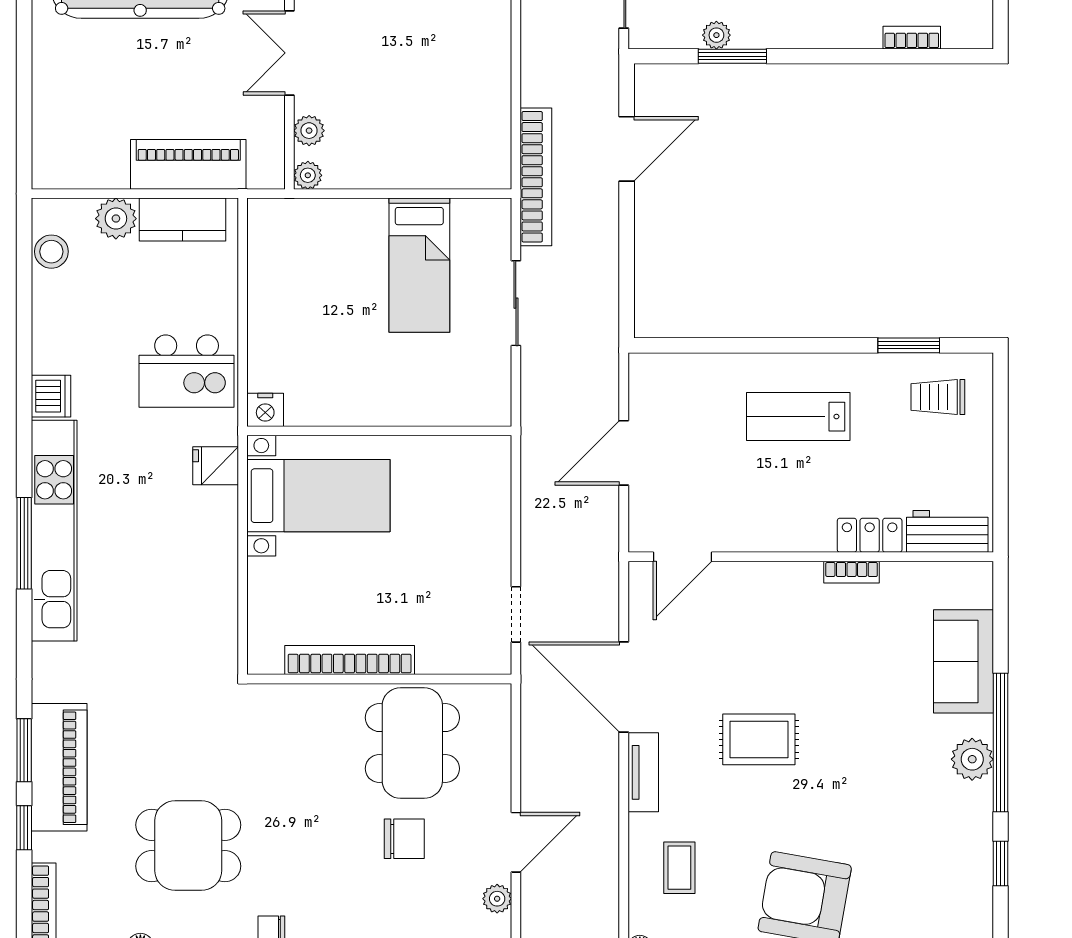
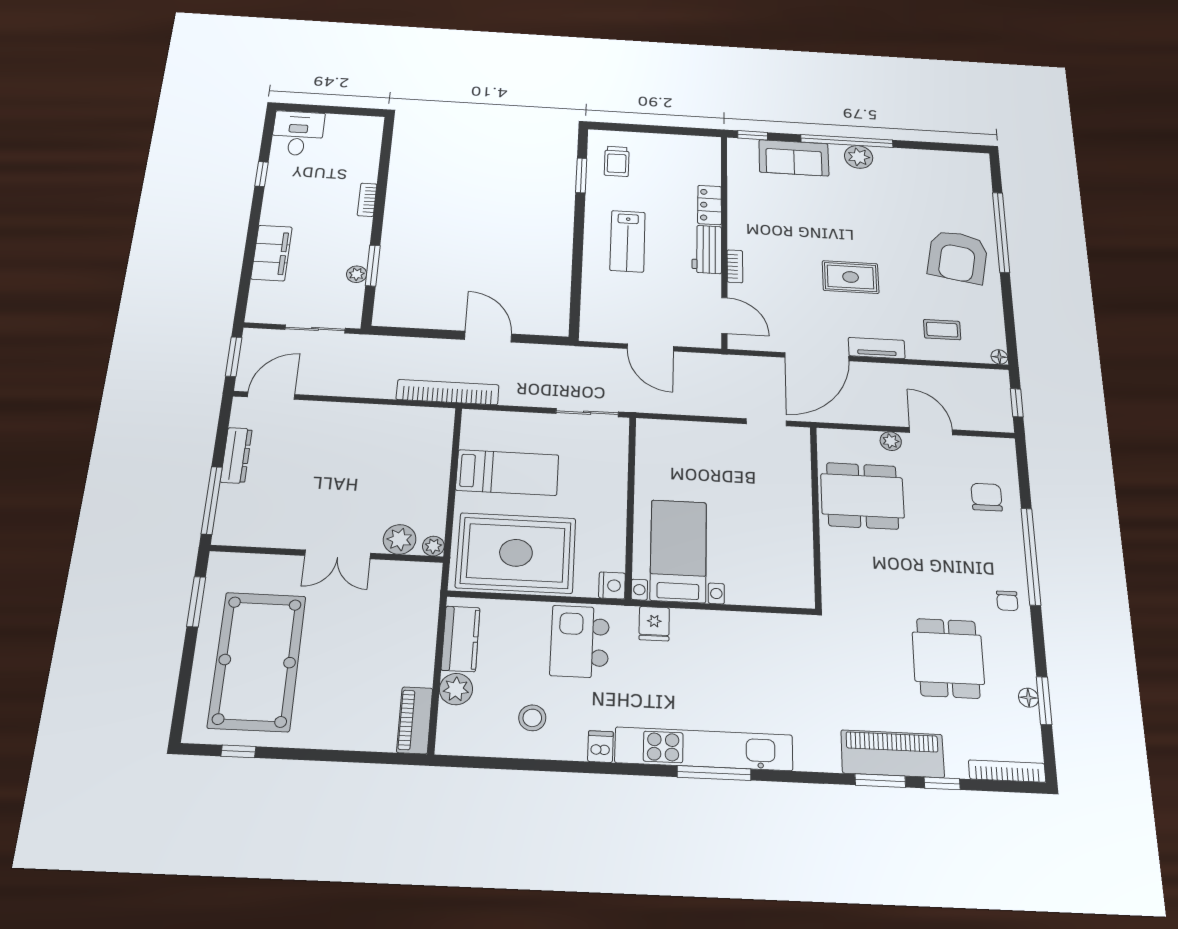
bookcase: (912, 38) -> (367, 200), moved
plant: (309, 131) -> (400, 539), width x1.38, depth x1.38
door: (627, 149) -> (488, 337), moved
piano: (188, 164) -> (415, 720), moved, width x0.73, depth x0.75
stool: (51, 252) -> (532, 718), moved
rug: (304, 283) -> (516, 553), added
sliding door: (516, 303) -> (587, 413), moved
kitchen island: (187, 371) -> (580, 642), turned 180
dishwasher: (51, 396) -> (600, 747), width x0.73
workbench: (947, 531) -> (707, 249), moved
bookcase: (852, 572) -> (735, 266), moved
bookcase: (350, 660) -> (802, 536), removed
rug: (759, 739) -> (851, 277), turned 90
chair: (404, 839) -> (987, 497), moved
window: (1001, 863) -> (753, 135), moved
plant: (497, 899) -> (891, 441), moved

